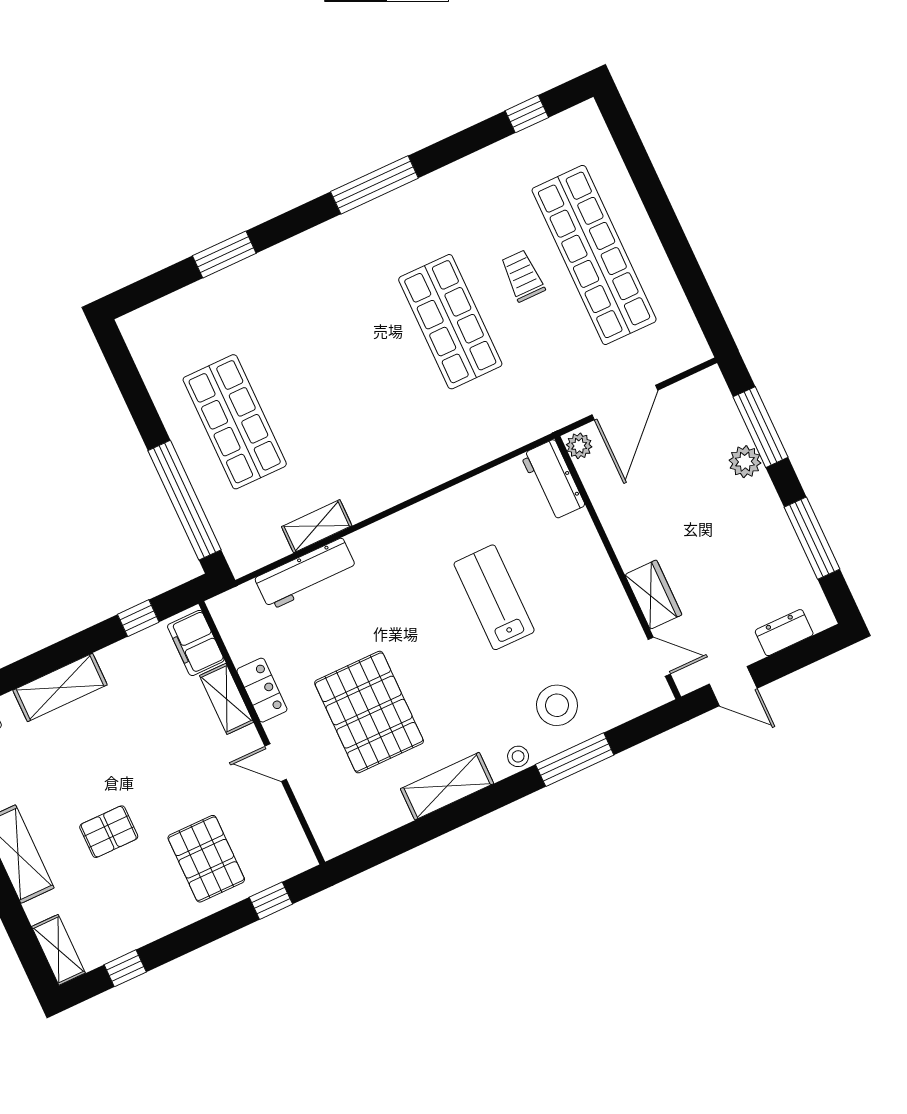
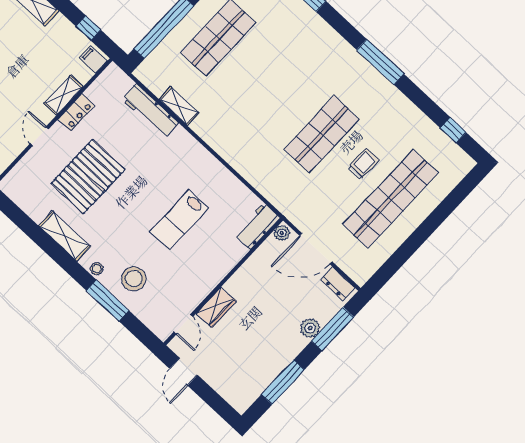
lab bench: (494, 597) -> (179, 220), turned 180
dresser: (784, 633) -> (338, 284), moved, turned 180
filing cabinet: (196, 643) -> (93, 59), width x0.50

